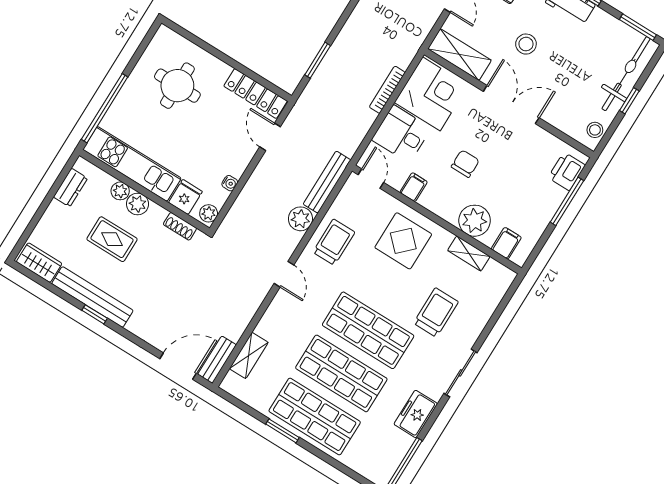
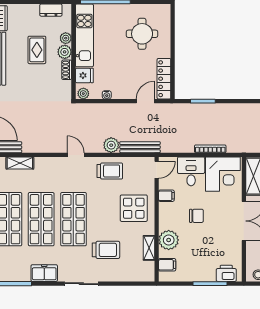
shoe rack: (180, 226) -> (67, 70), moved
door: (284, 274) -> (76, 155), swing flipped

